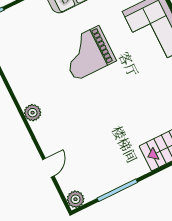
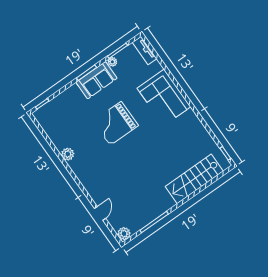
plant: (33, 113) -> (68, 154), moved

